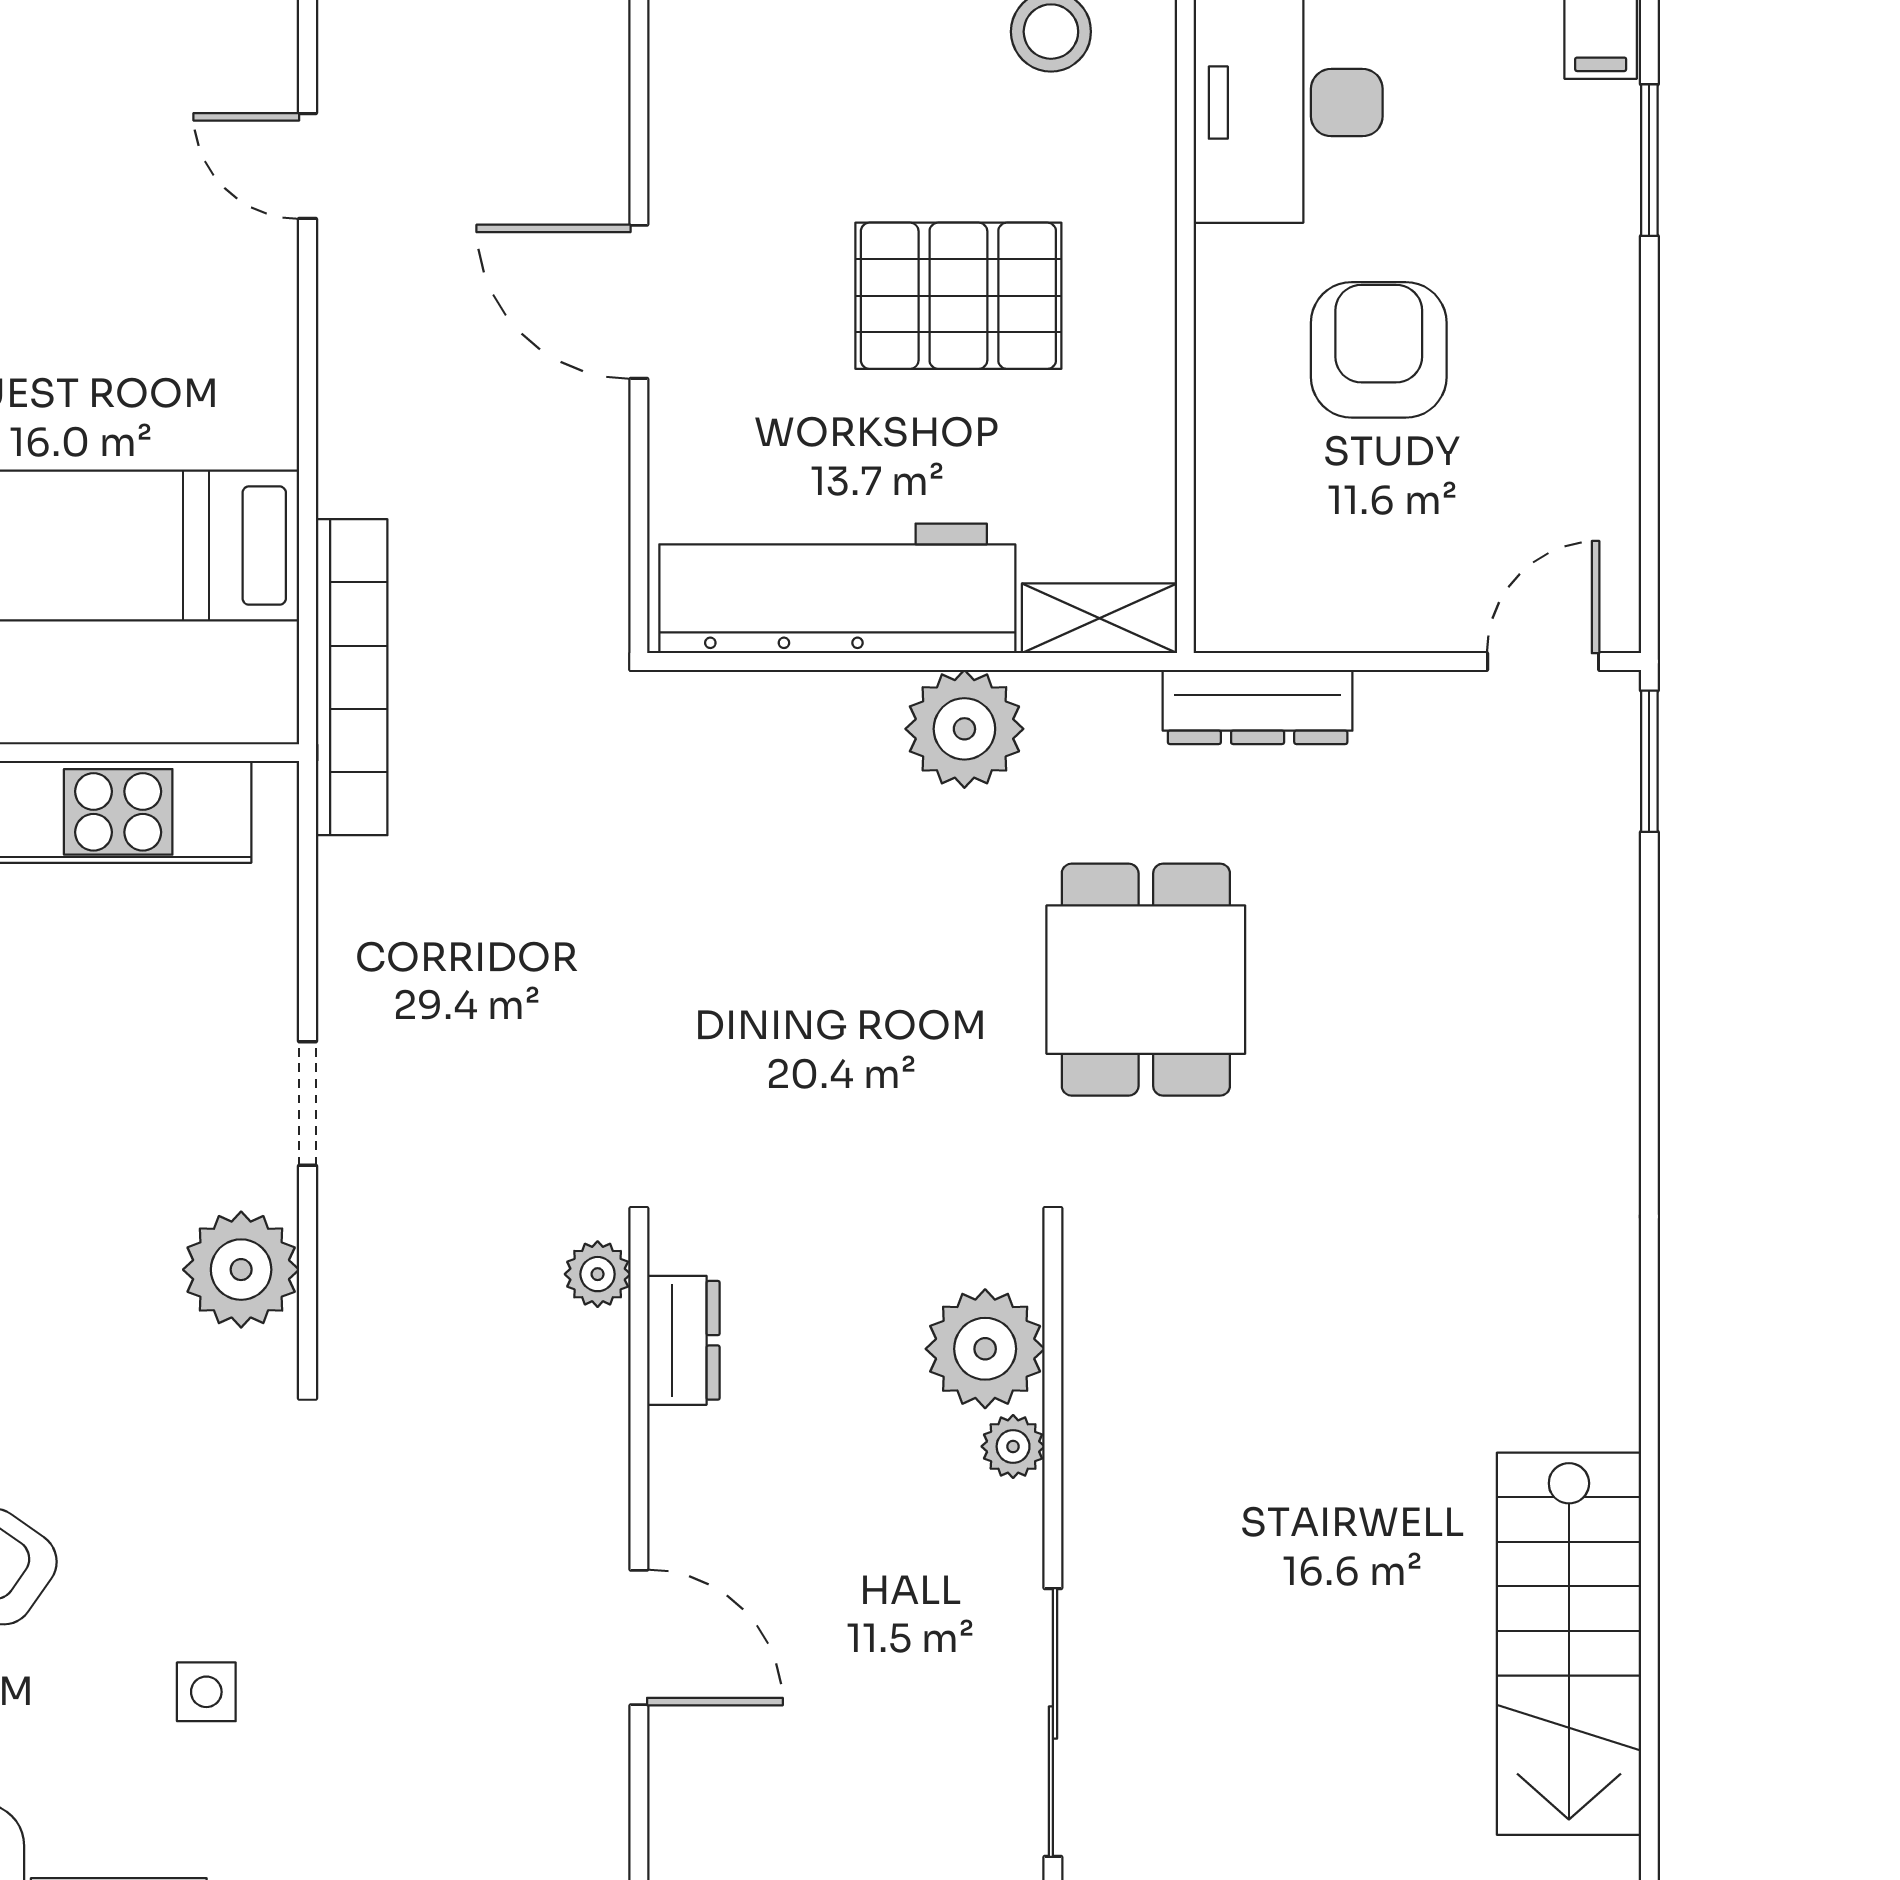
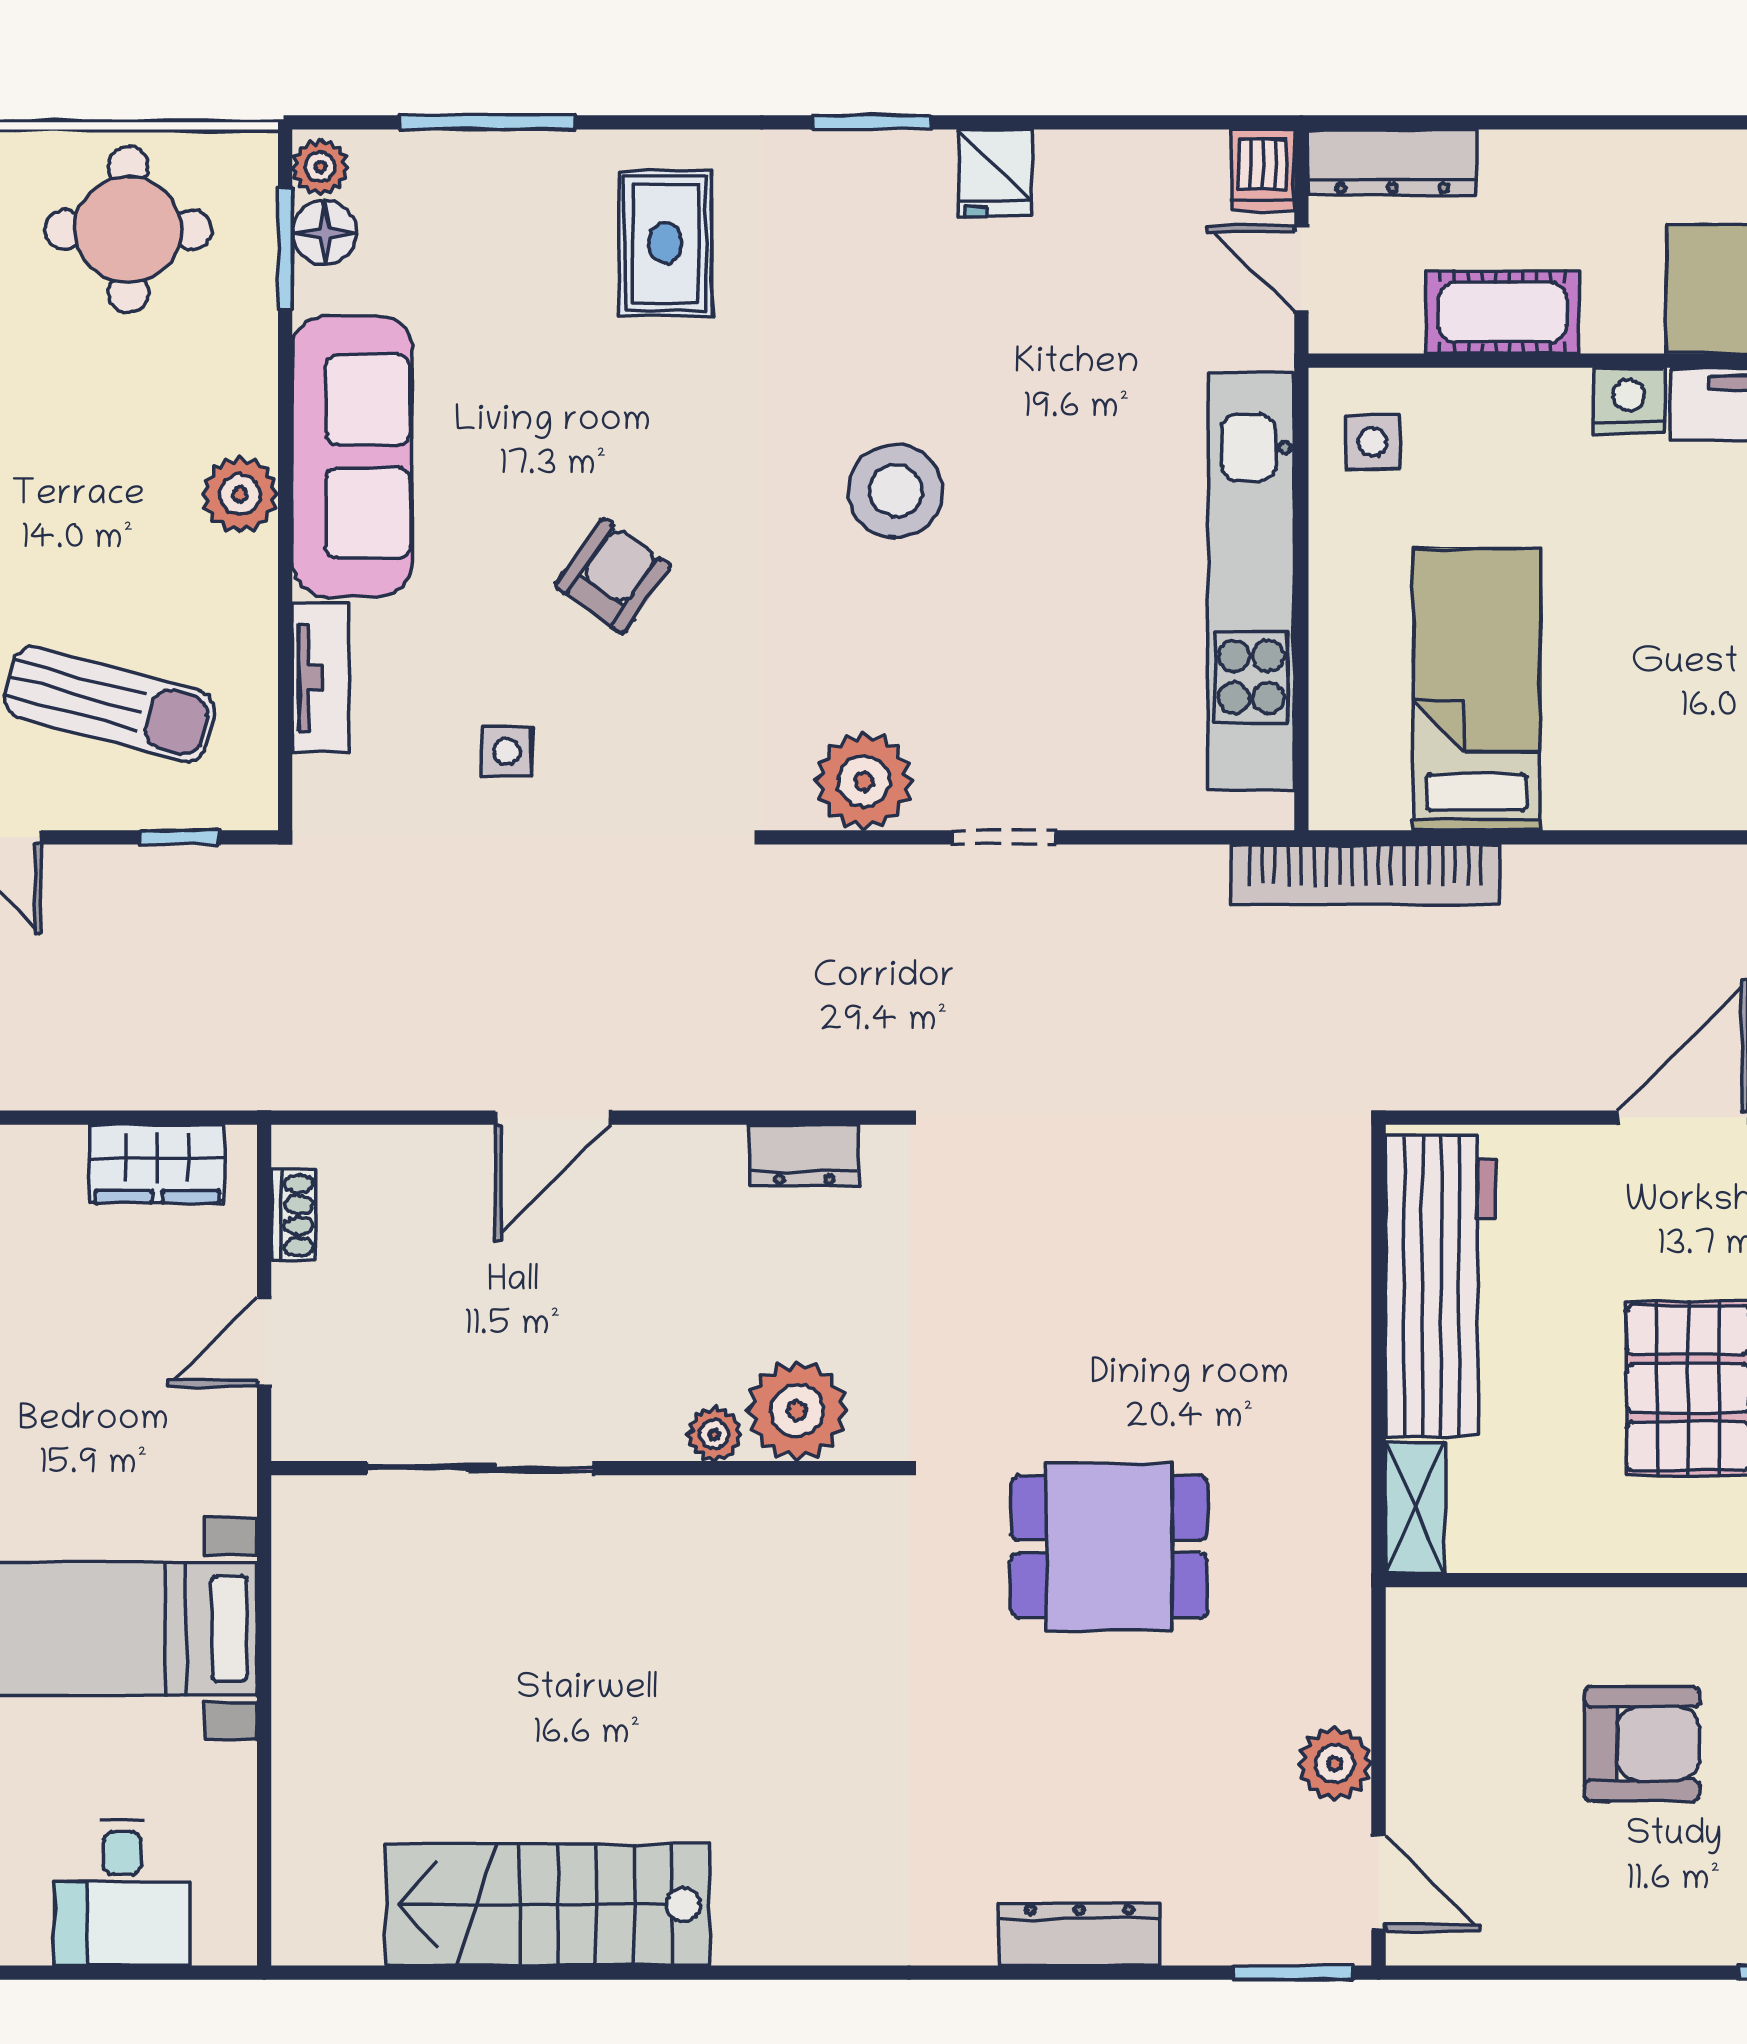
dresser: (1258, 707) -> (1080, 1934), moved, turned 90
plant: (964, 729) -> (1335, 1764), moved, width x0.73, depth x0.73
plant: (598, 1274) -> (860, 1083), removed

